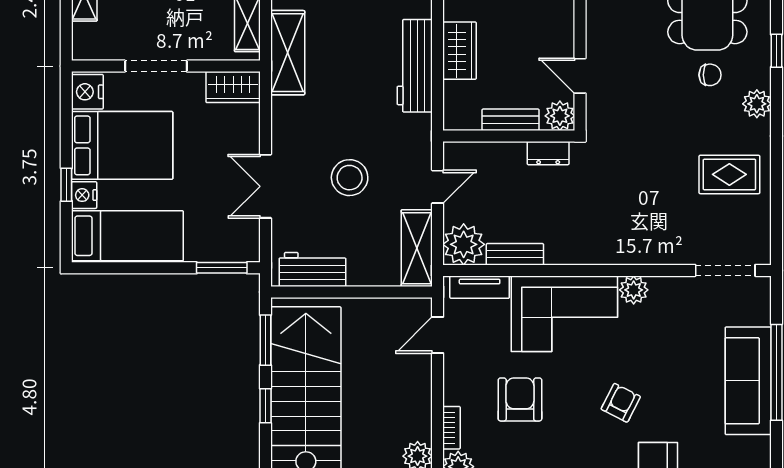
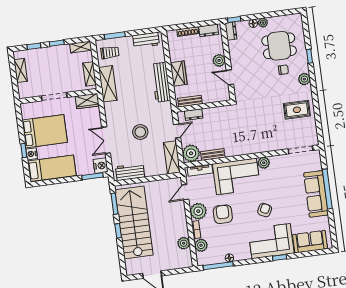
nightstand: (87, 92) -> (101, 166), moved, turned 180
plant: (560, 116) -> (219, 60), moved
bench: (511, 120) -> (190, 101), moved
dresser: (548, 153) -> (194, 115), moved
plant: (463, 385) -> (198, 211), added

